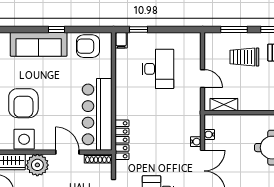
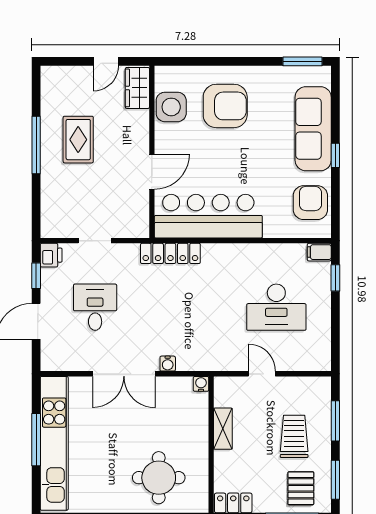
door: (203, 79) -> (262, 374), swing flipped
armchair: (23, 103) -> (225, 106), turned 180
shelving: (224, 105) -> (223, 429), moved
water cooler: (209, 135) -> (201, 384), moved
shoe rack: (98, 159) -> (142, 218), removed
plant: (37, 165) -> (133, 127), removed

